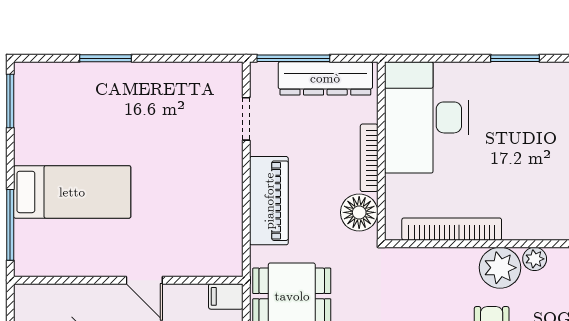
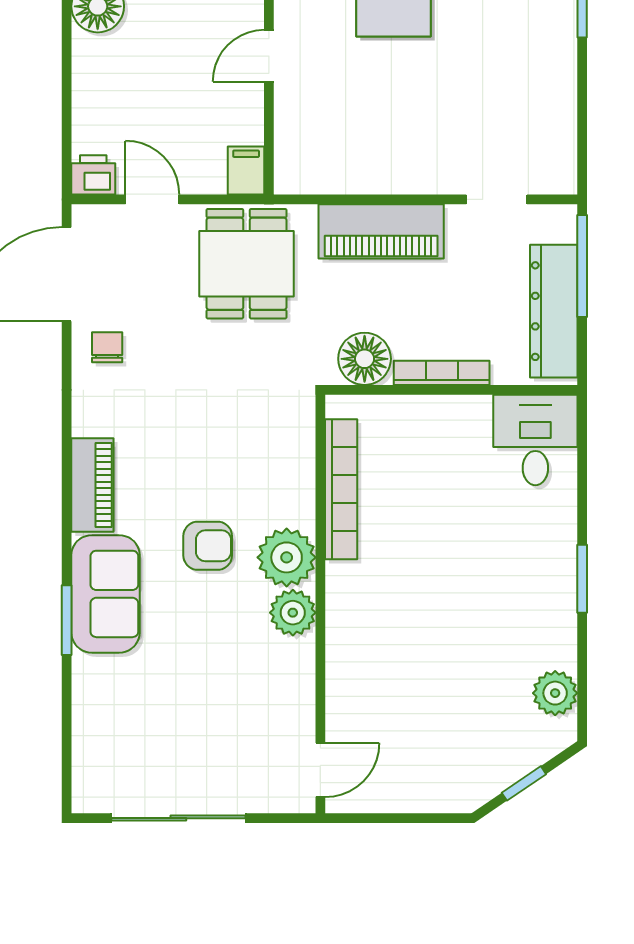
desk: (426, 117) -> (535, 440), width x0.53, depth x0.77
plant: (535, 259) -> (293, 613), width x1.38, depth x1.38

